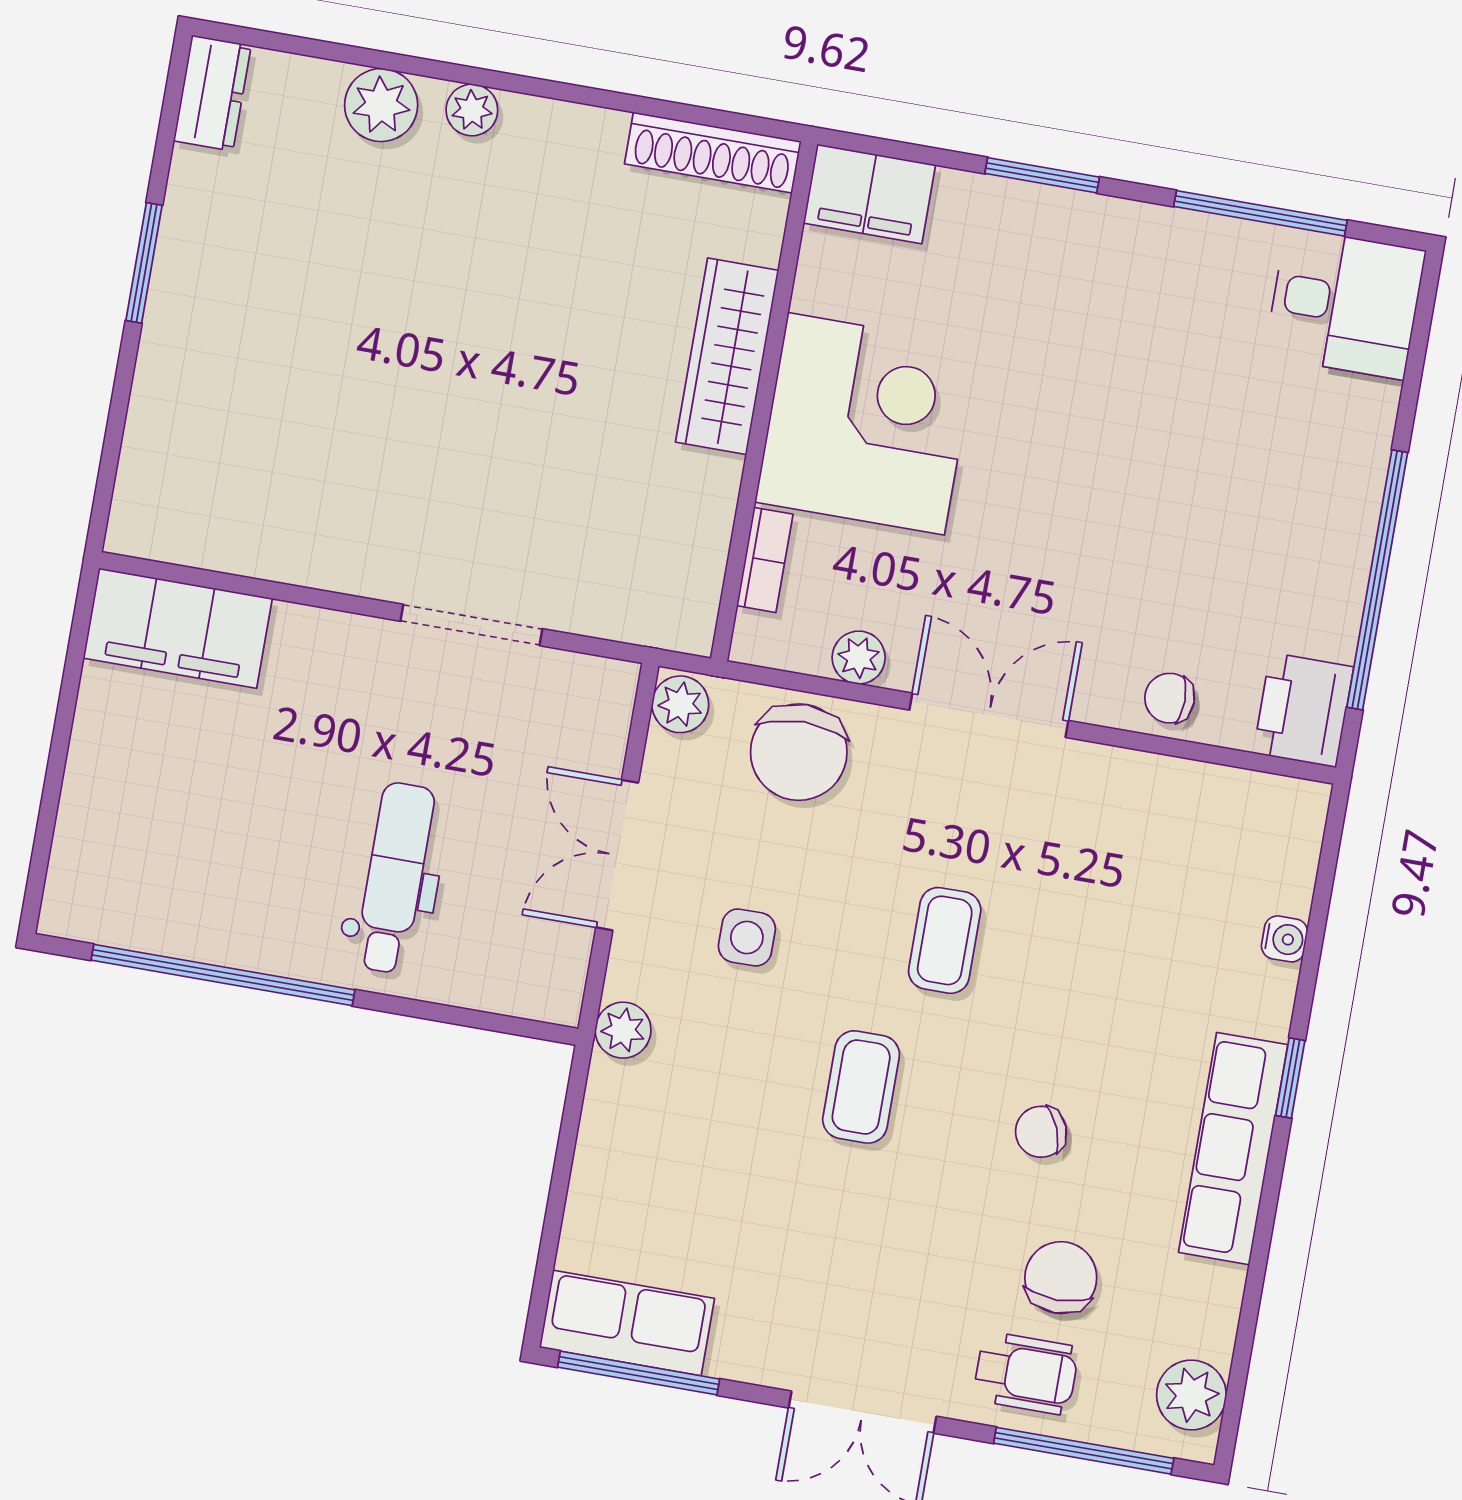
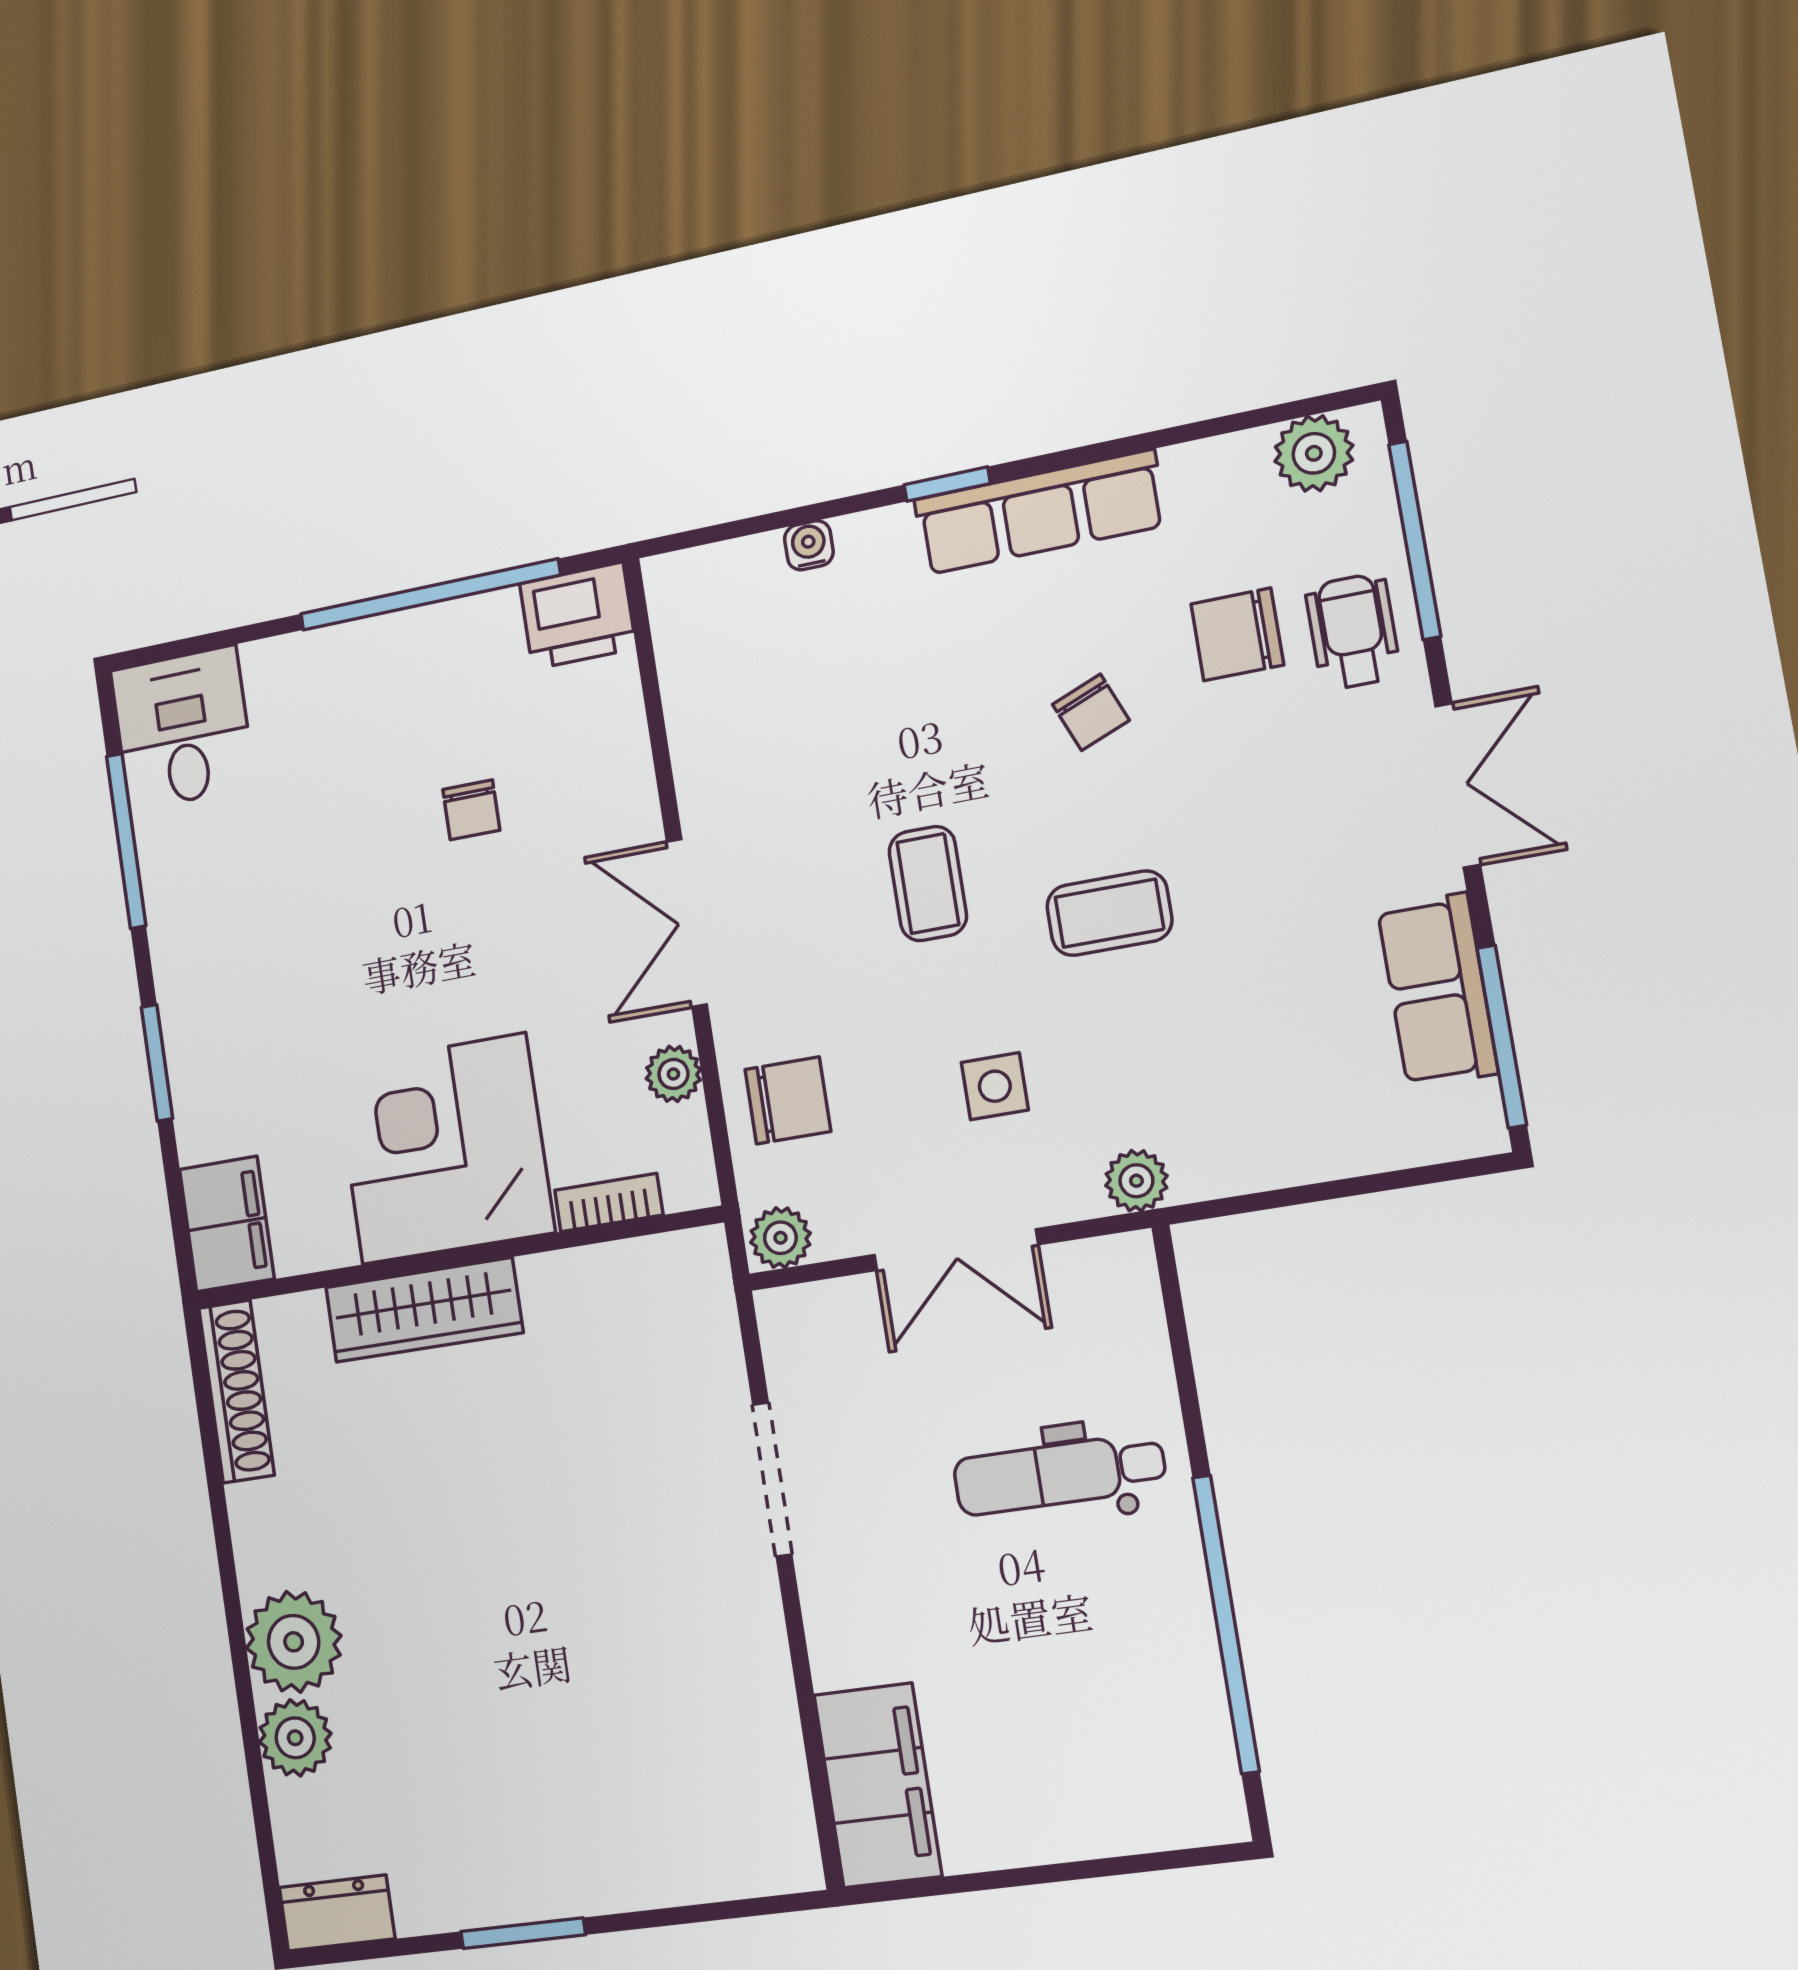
plant: (472, 110) -> (294, 1642), width x1.88, depth x1.88
chair: (1170, 698) -> (471, 810), moved
chair: (799, 752) -> (788, 1100), width x0.73, depth x0.73
coffee table: (945, 940) -> (928, 884), turned 90
row of seats: (627, 1323) -> (1437, 990), moved

